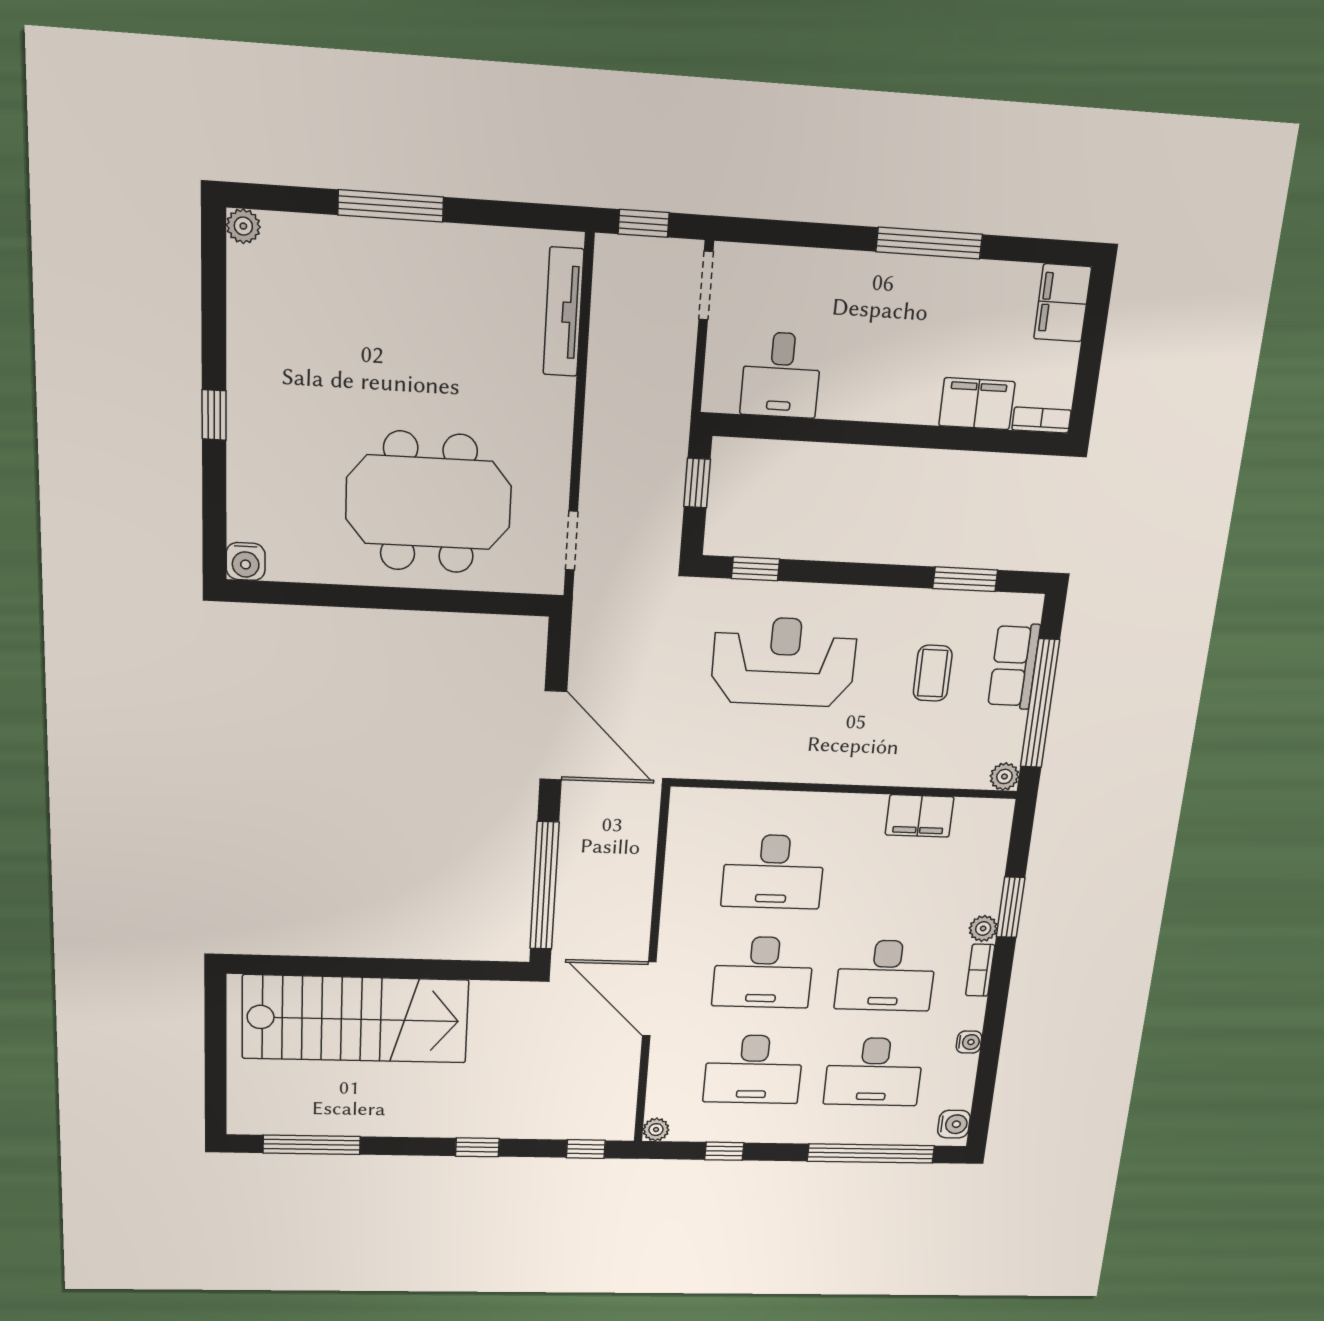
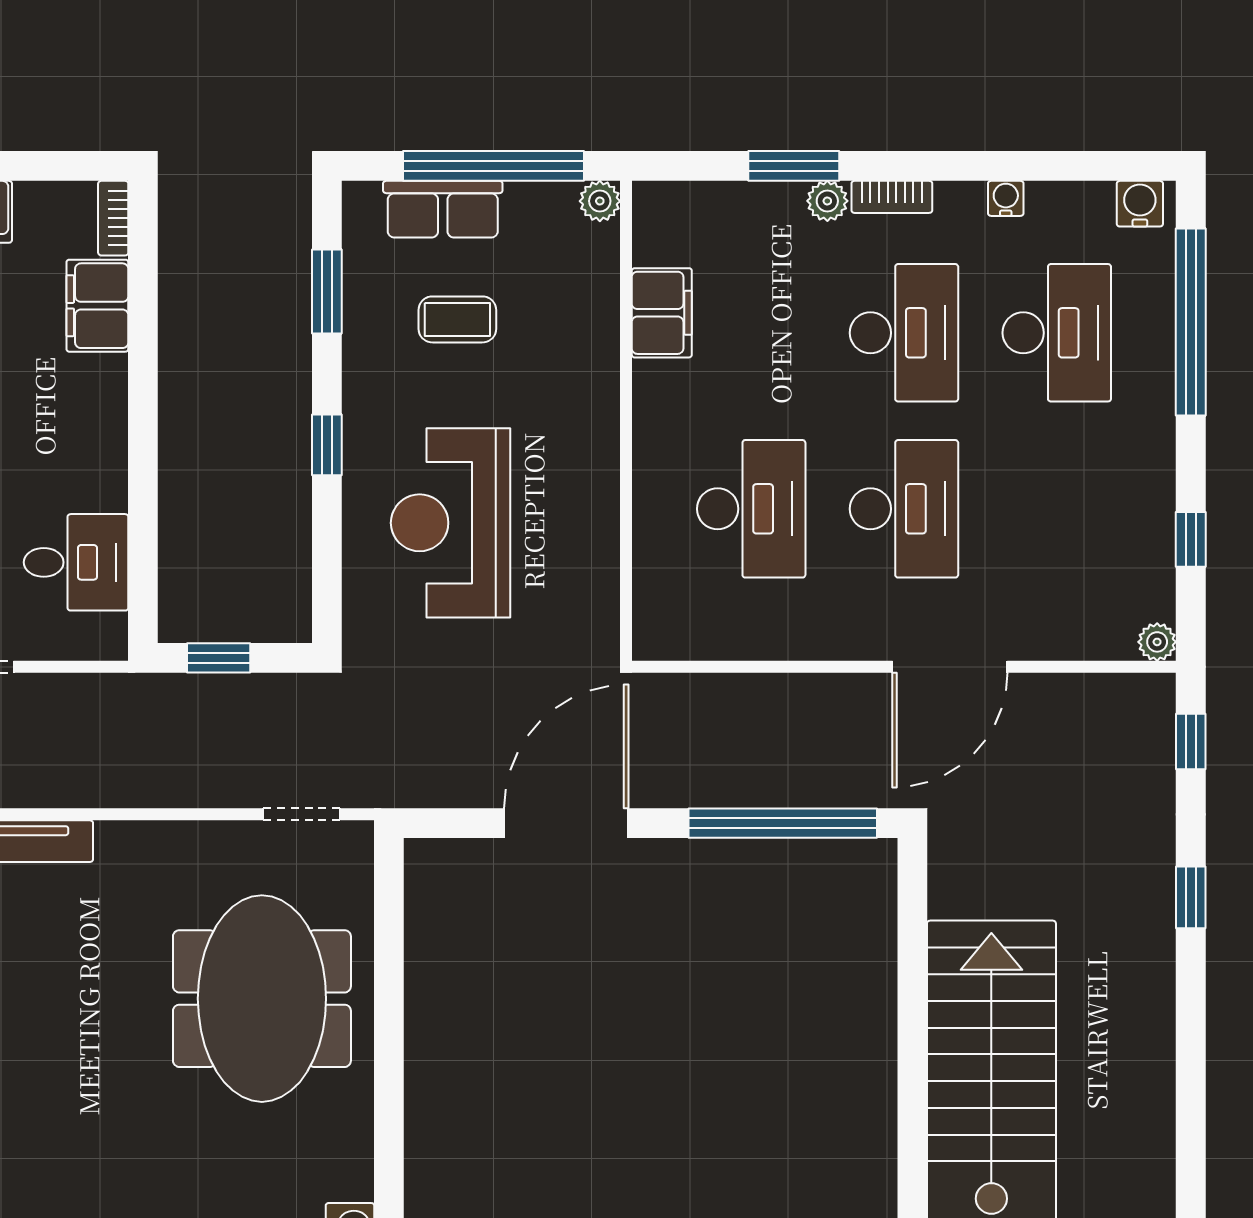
window: (755, 569) -> (327, 445), moved
desk: (753, 1069) -> (1057, 509), removed
window: (312, 1145) -> (1191, 1132), removed

